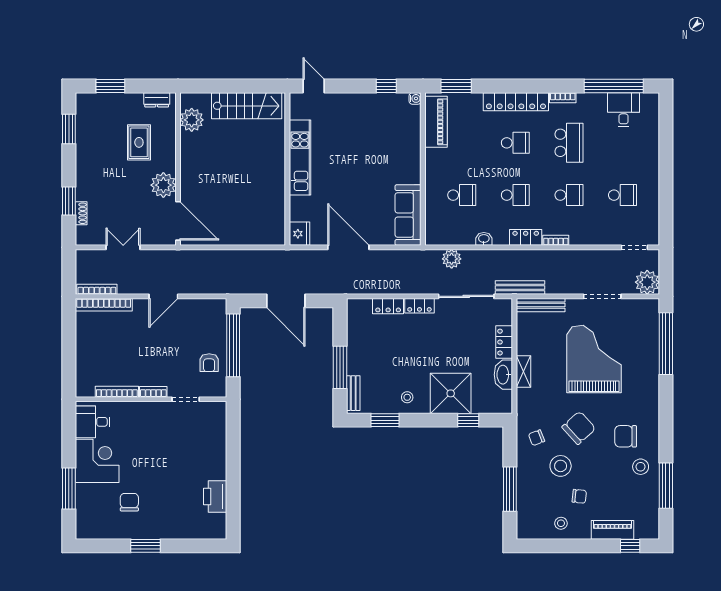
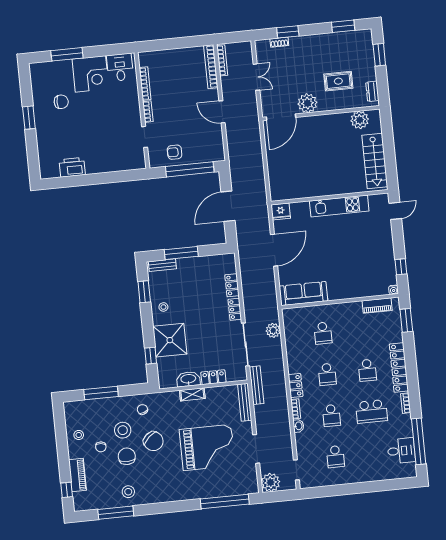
piano: (436, 122) -> (377, 306), width x0.73, depth x0.75
washbasin: (484, 239) -> (298, 426), moved
chair: (626, 436) -> (127, 456), moved

